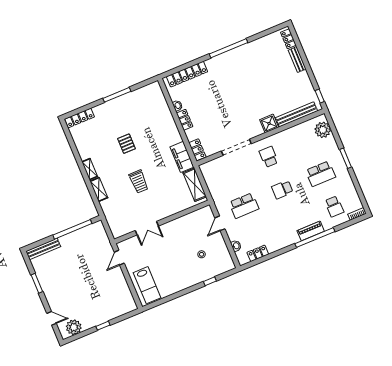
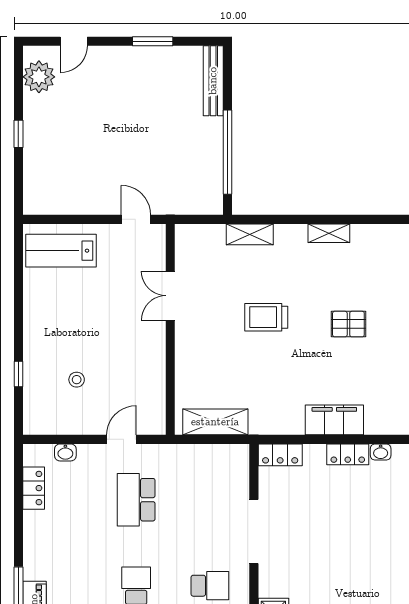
filing cabinet: (182, 157) -> (334, 420), moved
shelving: (99, 189) -> (250, 234), moved
door: (220, 223) -> (121, 439), hinge flipped

